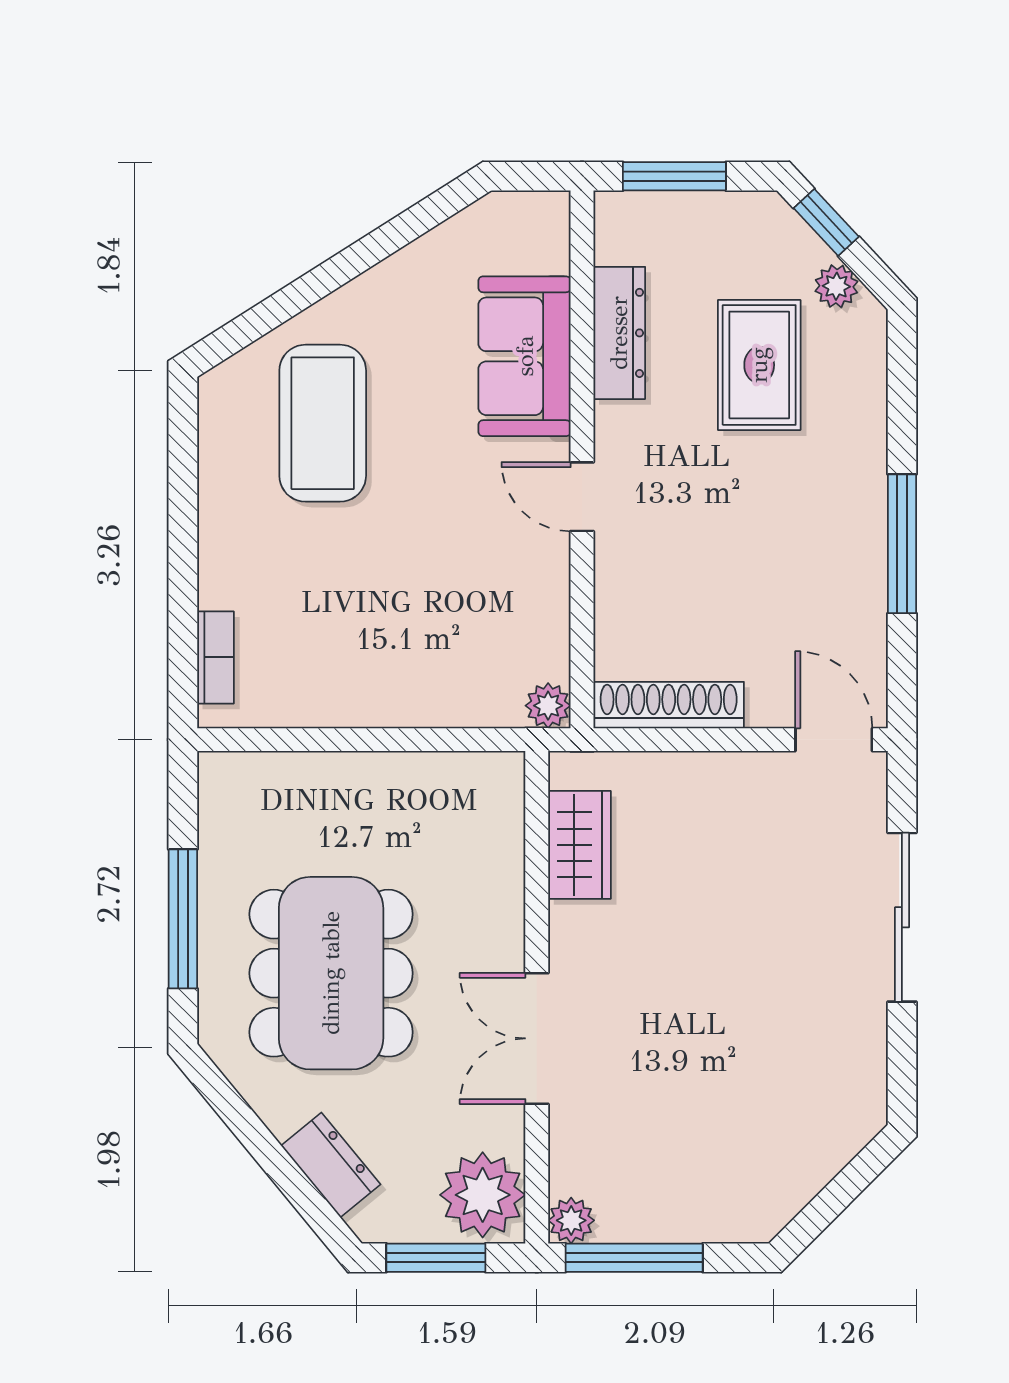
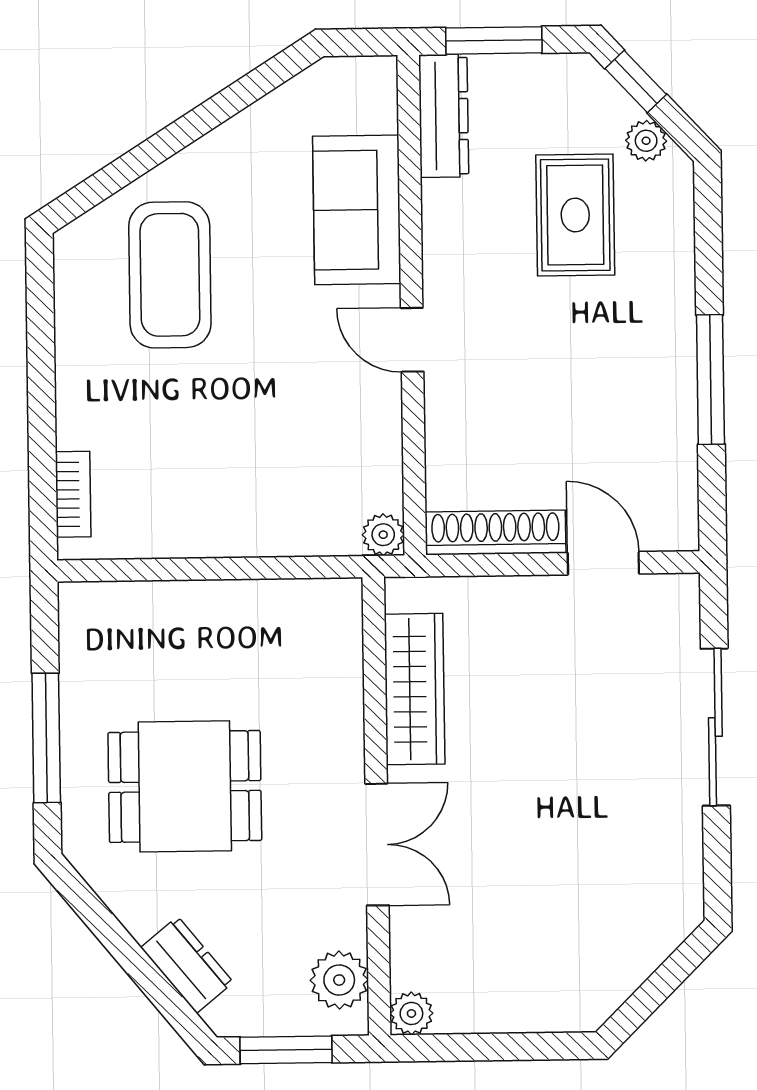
dresser: (619, 333) -> (444, 116), moved
door: (834, 740) -> (603, 563), moved
wardrobe: (579, 845) -> (415, 689), width x1.50
dining table: (331, 973) -> (185, 786), width x0.73
double door: (537, 1038) -> (377, 845), swing flipped
plant: (483, 1195) -> (339, 980), width x0.73, depth x0.73
window: (634, 1258) -> (471, 1047), removed

